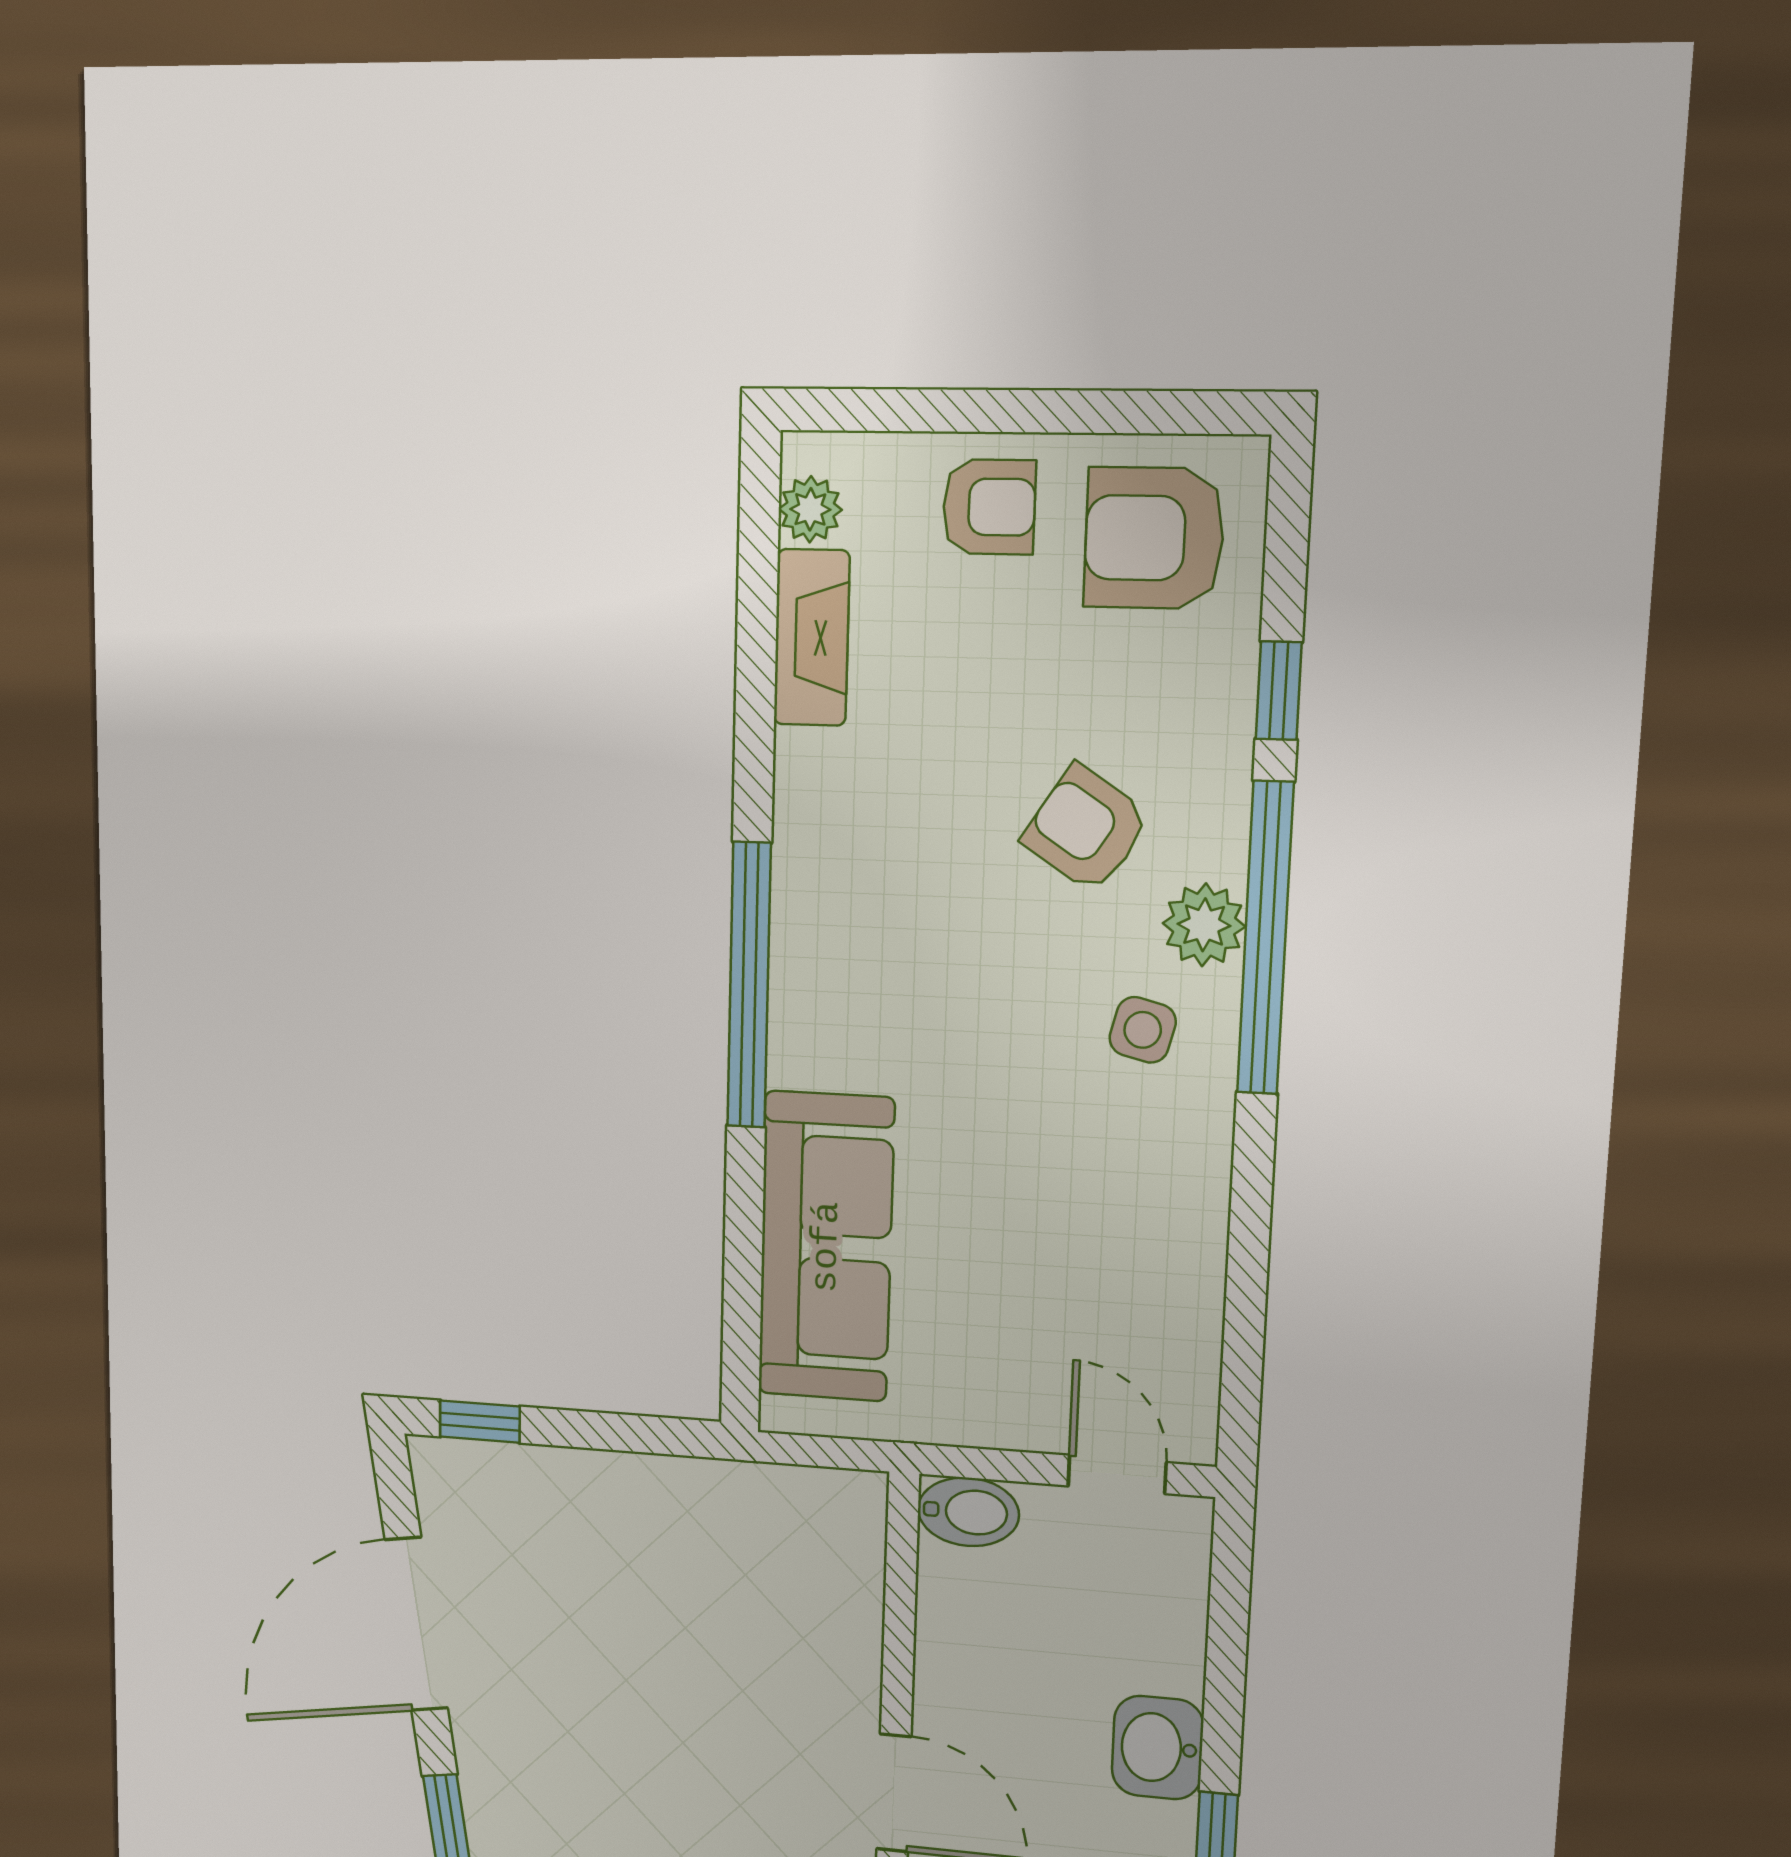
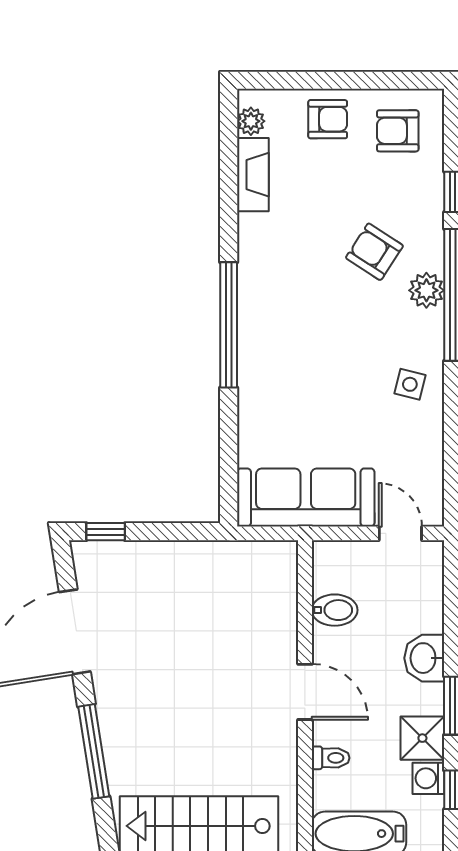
armchair: (1154, 538) -> (398, 131), width x0.72, depth x0.72
side table: (1143, 1030) -> (410, 384), moved
sofa: (826, 1247) -> (306, 497), moved, turned -90
bidet: (968, 1512) -> (335, 610), moved

